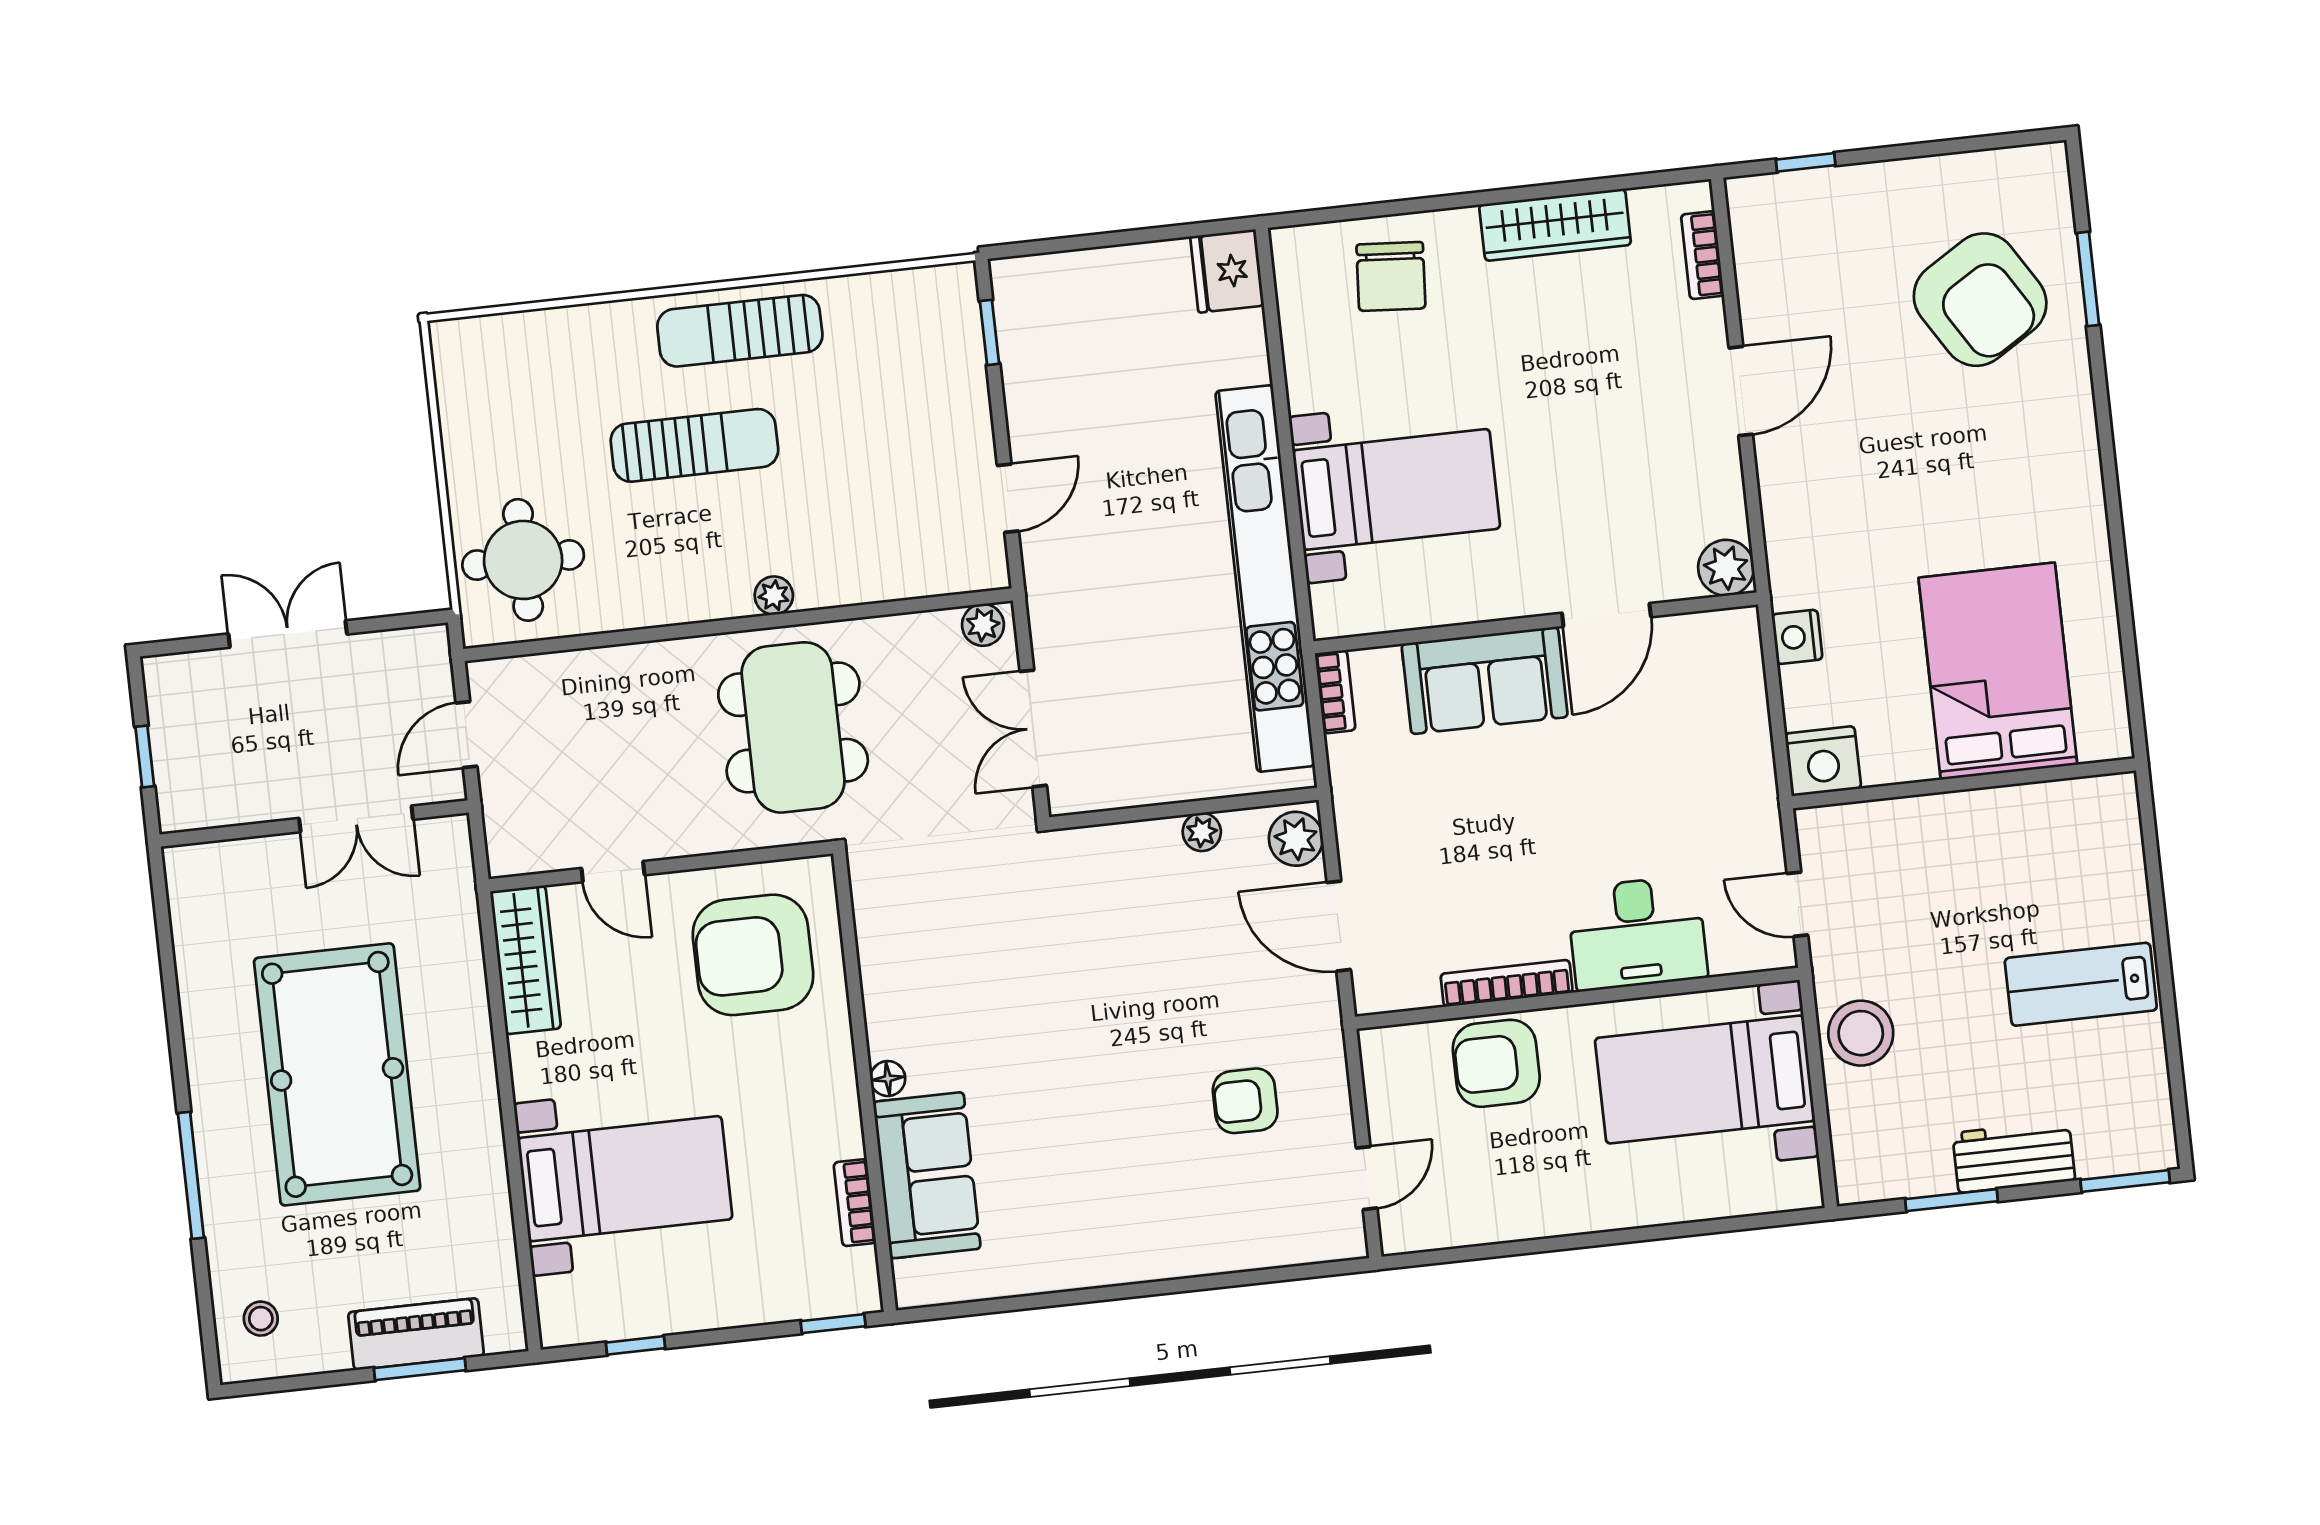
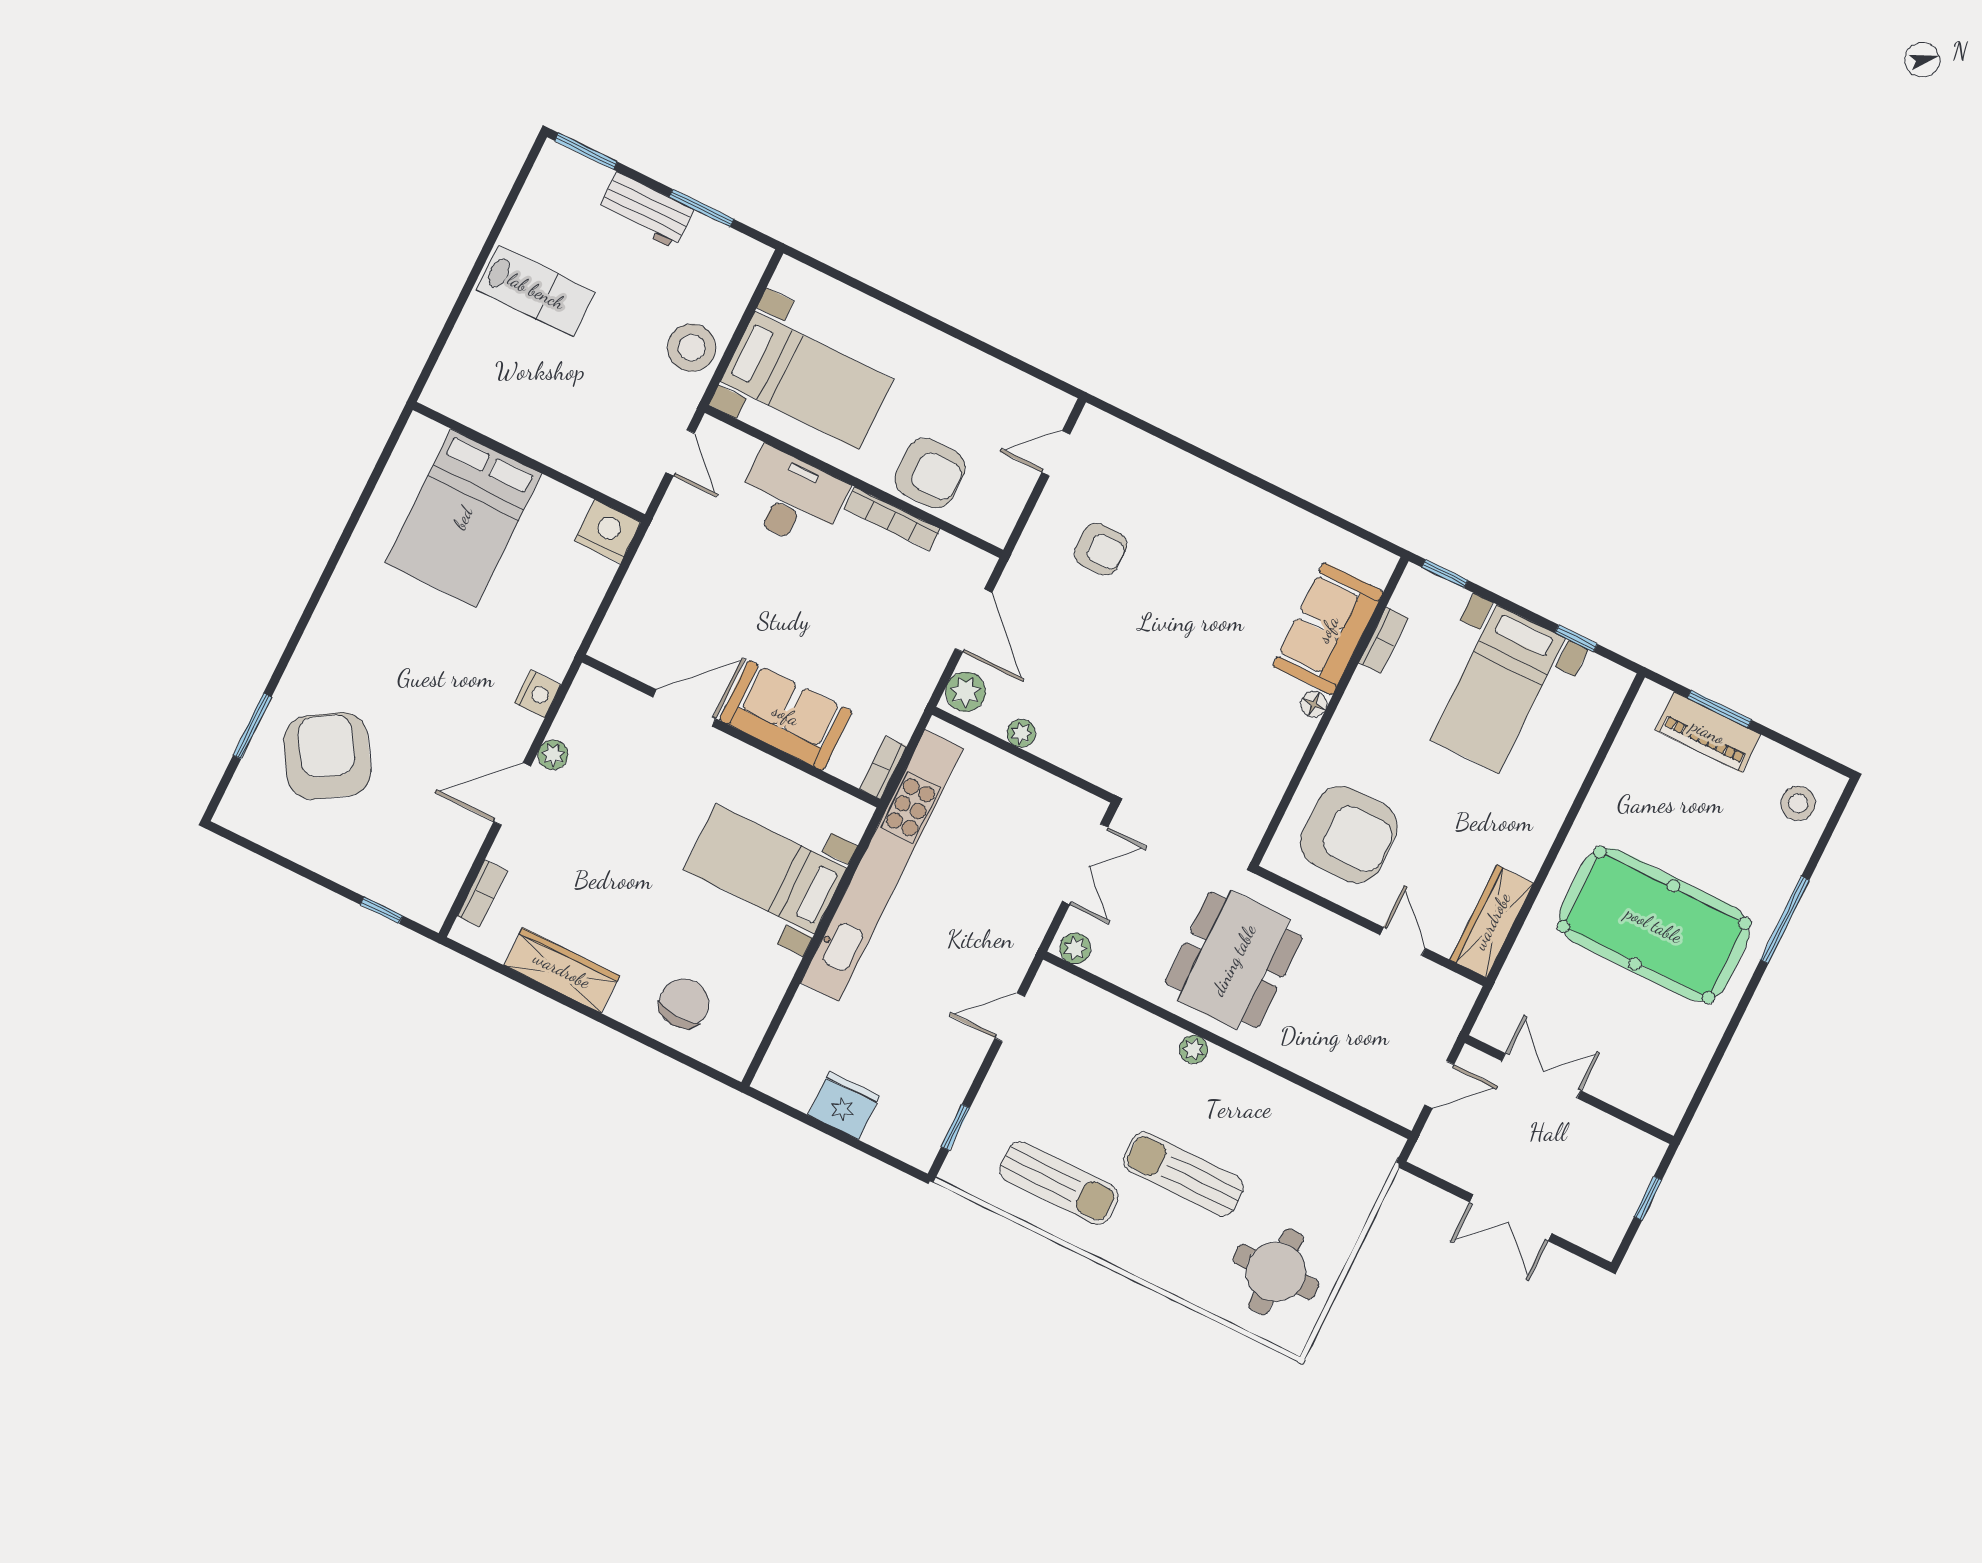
fridge: (1227, 271) -> (844, 1106), moved, turned -90
sun lounger: (740, 331) -> (1059, 1183), moved
round table: (523, 560) -> (1276, 1272), moved
plant: (1726, 568) -> (553, 755), moved, width x0.73, depth x0.73
nightstand: (1797, 637) -> (538, 694), moved
pool table: (337, 1074) -> (1654, 925), turned 90
bed with nightstands: (625, 1179) -> (1498, 689), moved, turned -90
stool: (261, 1319) -> (1798, 803), width x1.37, depth x1.37

